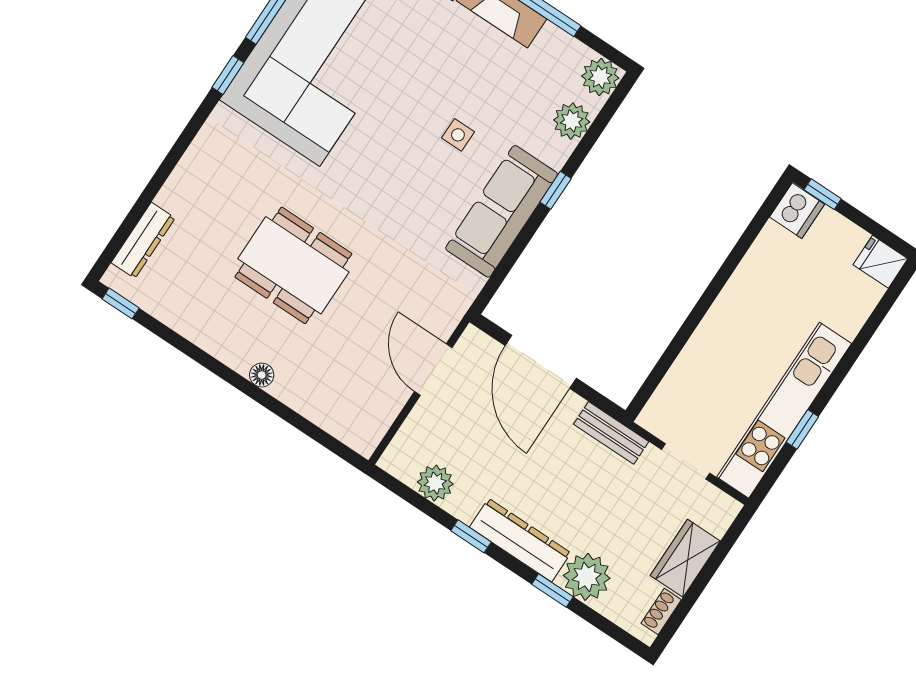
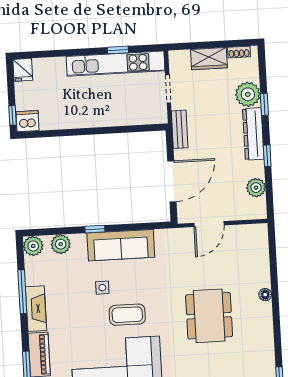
coffee table: (388, 142) -> (127, 315), added

